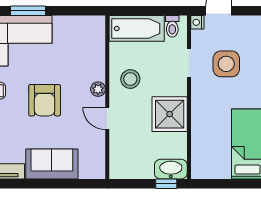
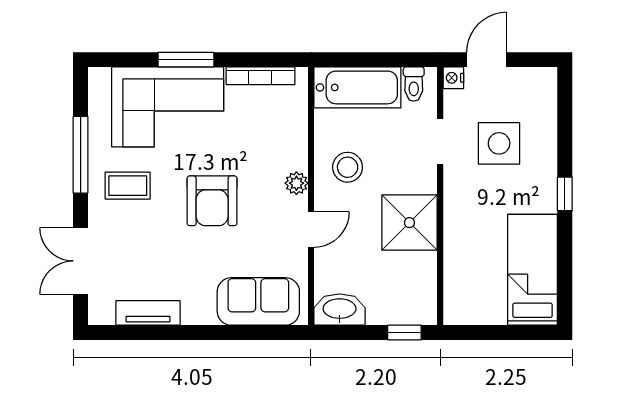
bookcase: (75, 21) -> (260, 76), added
door: (107, 118) -> (311, 230), swing flipped
sofa: (52, 164) -> (258, 301), moved
washbasin: (171, 169) -> (340, 310), moved

